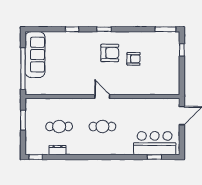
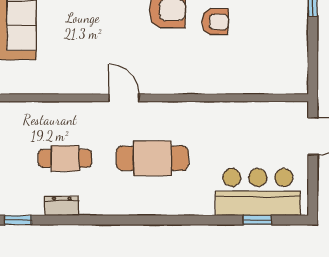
door: (102, 96) -> (124, 98), moved
cafe table: (102, 126) -> (152, 158), width x1.37, depth x1.35

